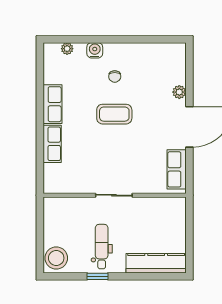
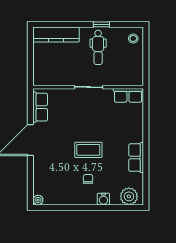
plant: (67, 49) -> (129, 196), width x1.87, depth x1.87
plant: (179, 92) -> (38, 200), moved
row of seats: (52, 144) -> (128, 95), moved, turned -90
stool: (56, 258) -> (133, 39), width x0.53, depth x0.53

